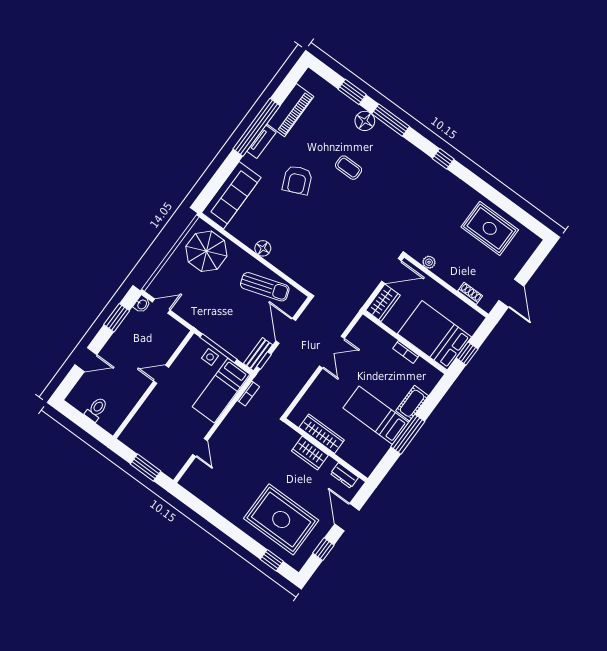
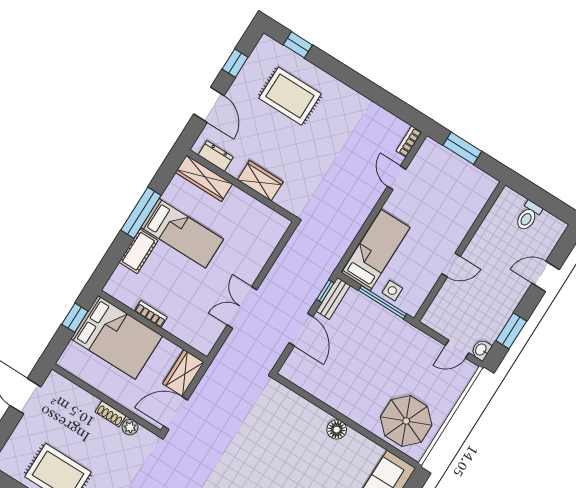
sun lounger: (265, 287) -> (331, 382), removed
shoe rack: (470, 293) -> (111, 414), moved
bookcase: (249, 394) -> (409, 142), moved
wardrobe: (322, 434) -> (204, 178), moved
rug: (281, 519) -> (290, 96), width x0.73, depth x0.69

